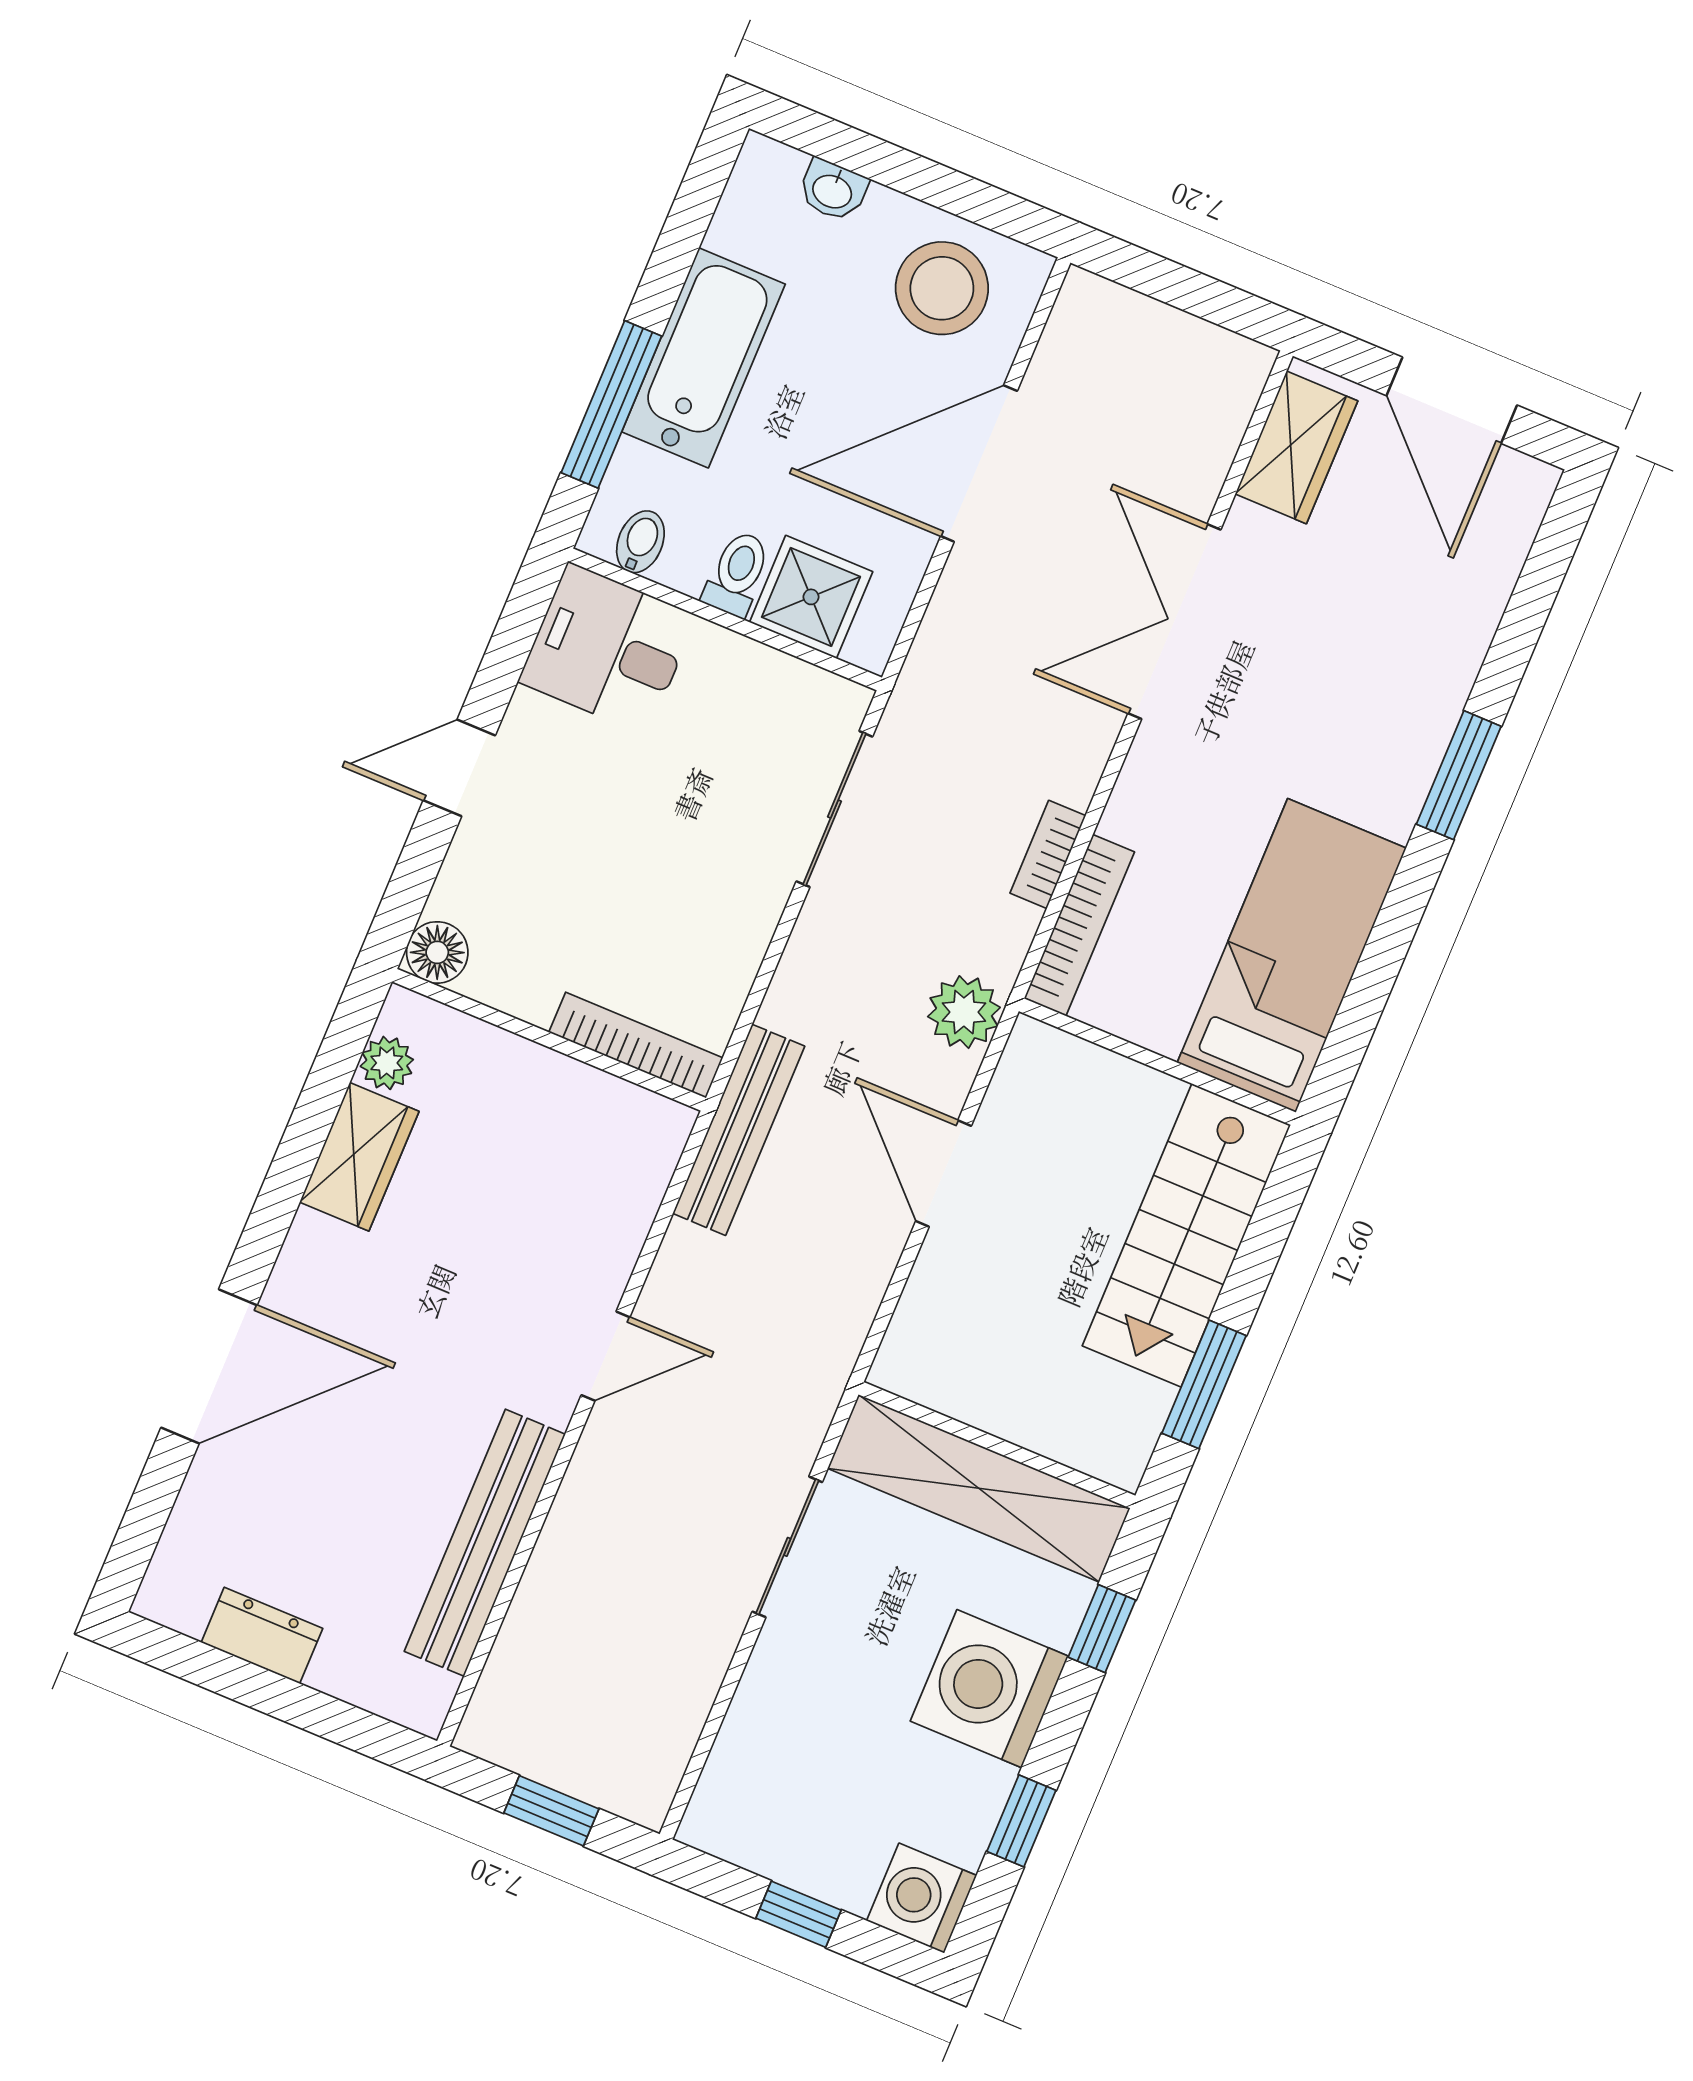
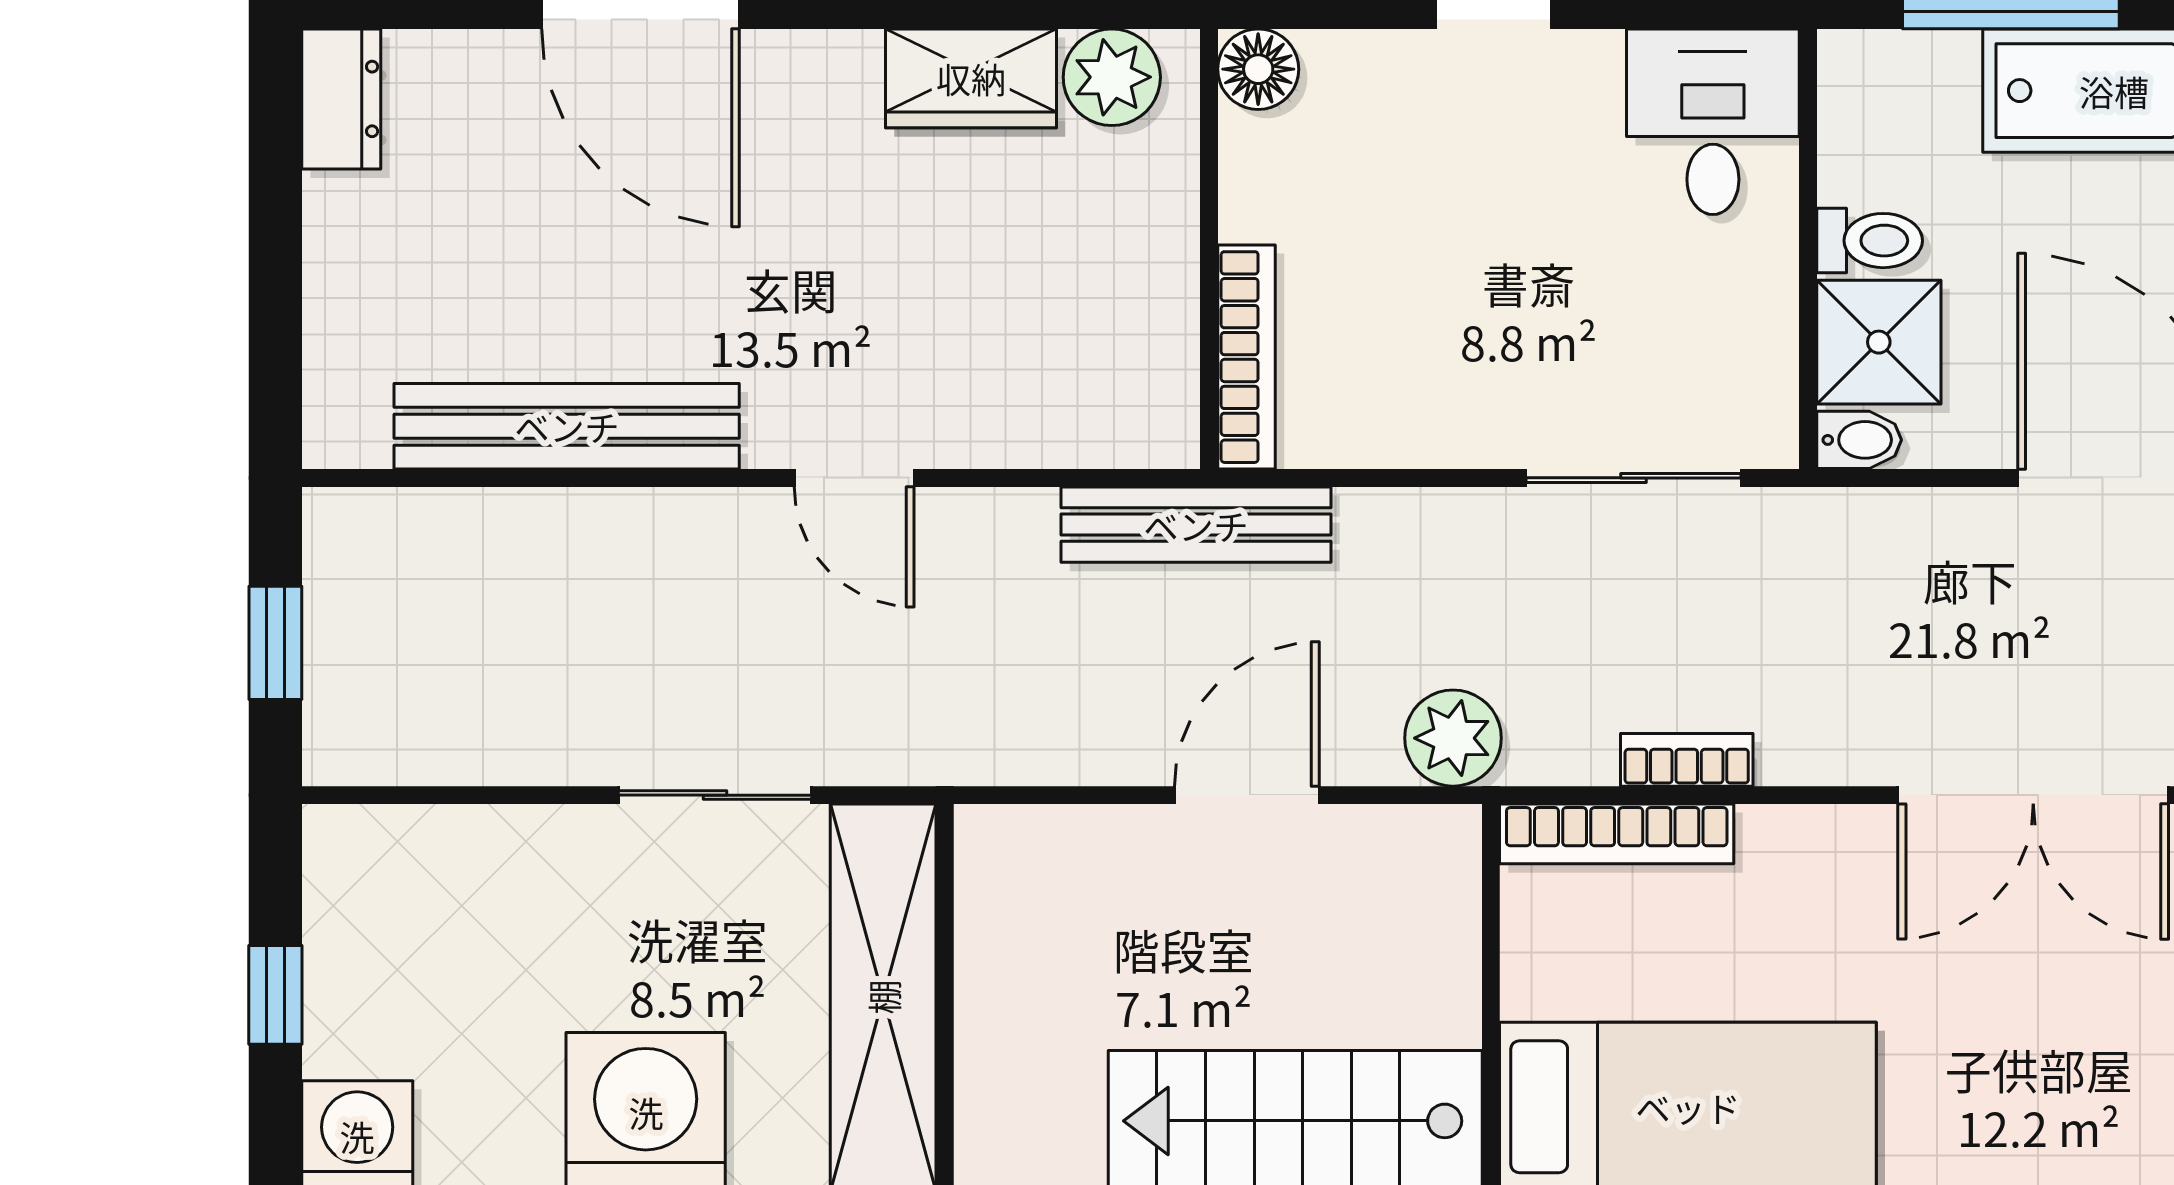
bidet: (640, 542) -> (1859, 440), moved
double door: (1174, 622) -> (2033, 795), swing flipped
plant: (387, 1063) -> (1112, 77), width x1.38, depth x1.38
dresser: (262, 1635) -> (341, 99), moved

